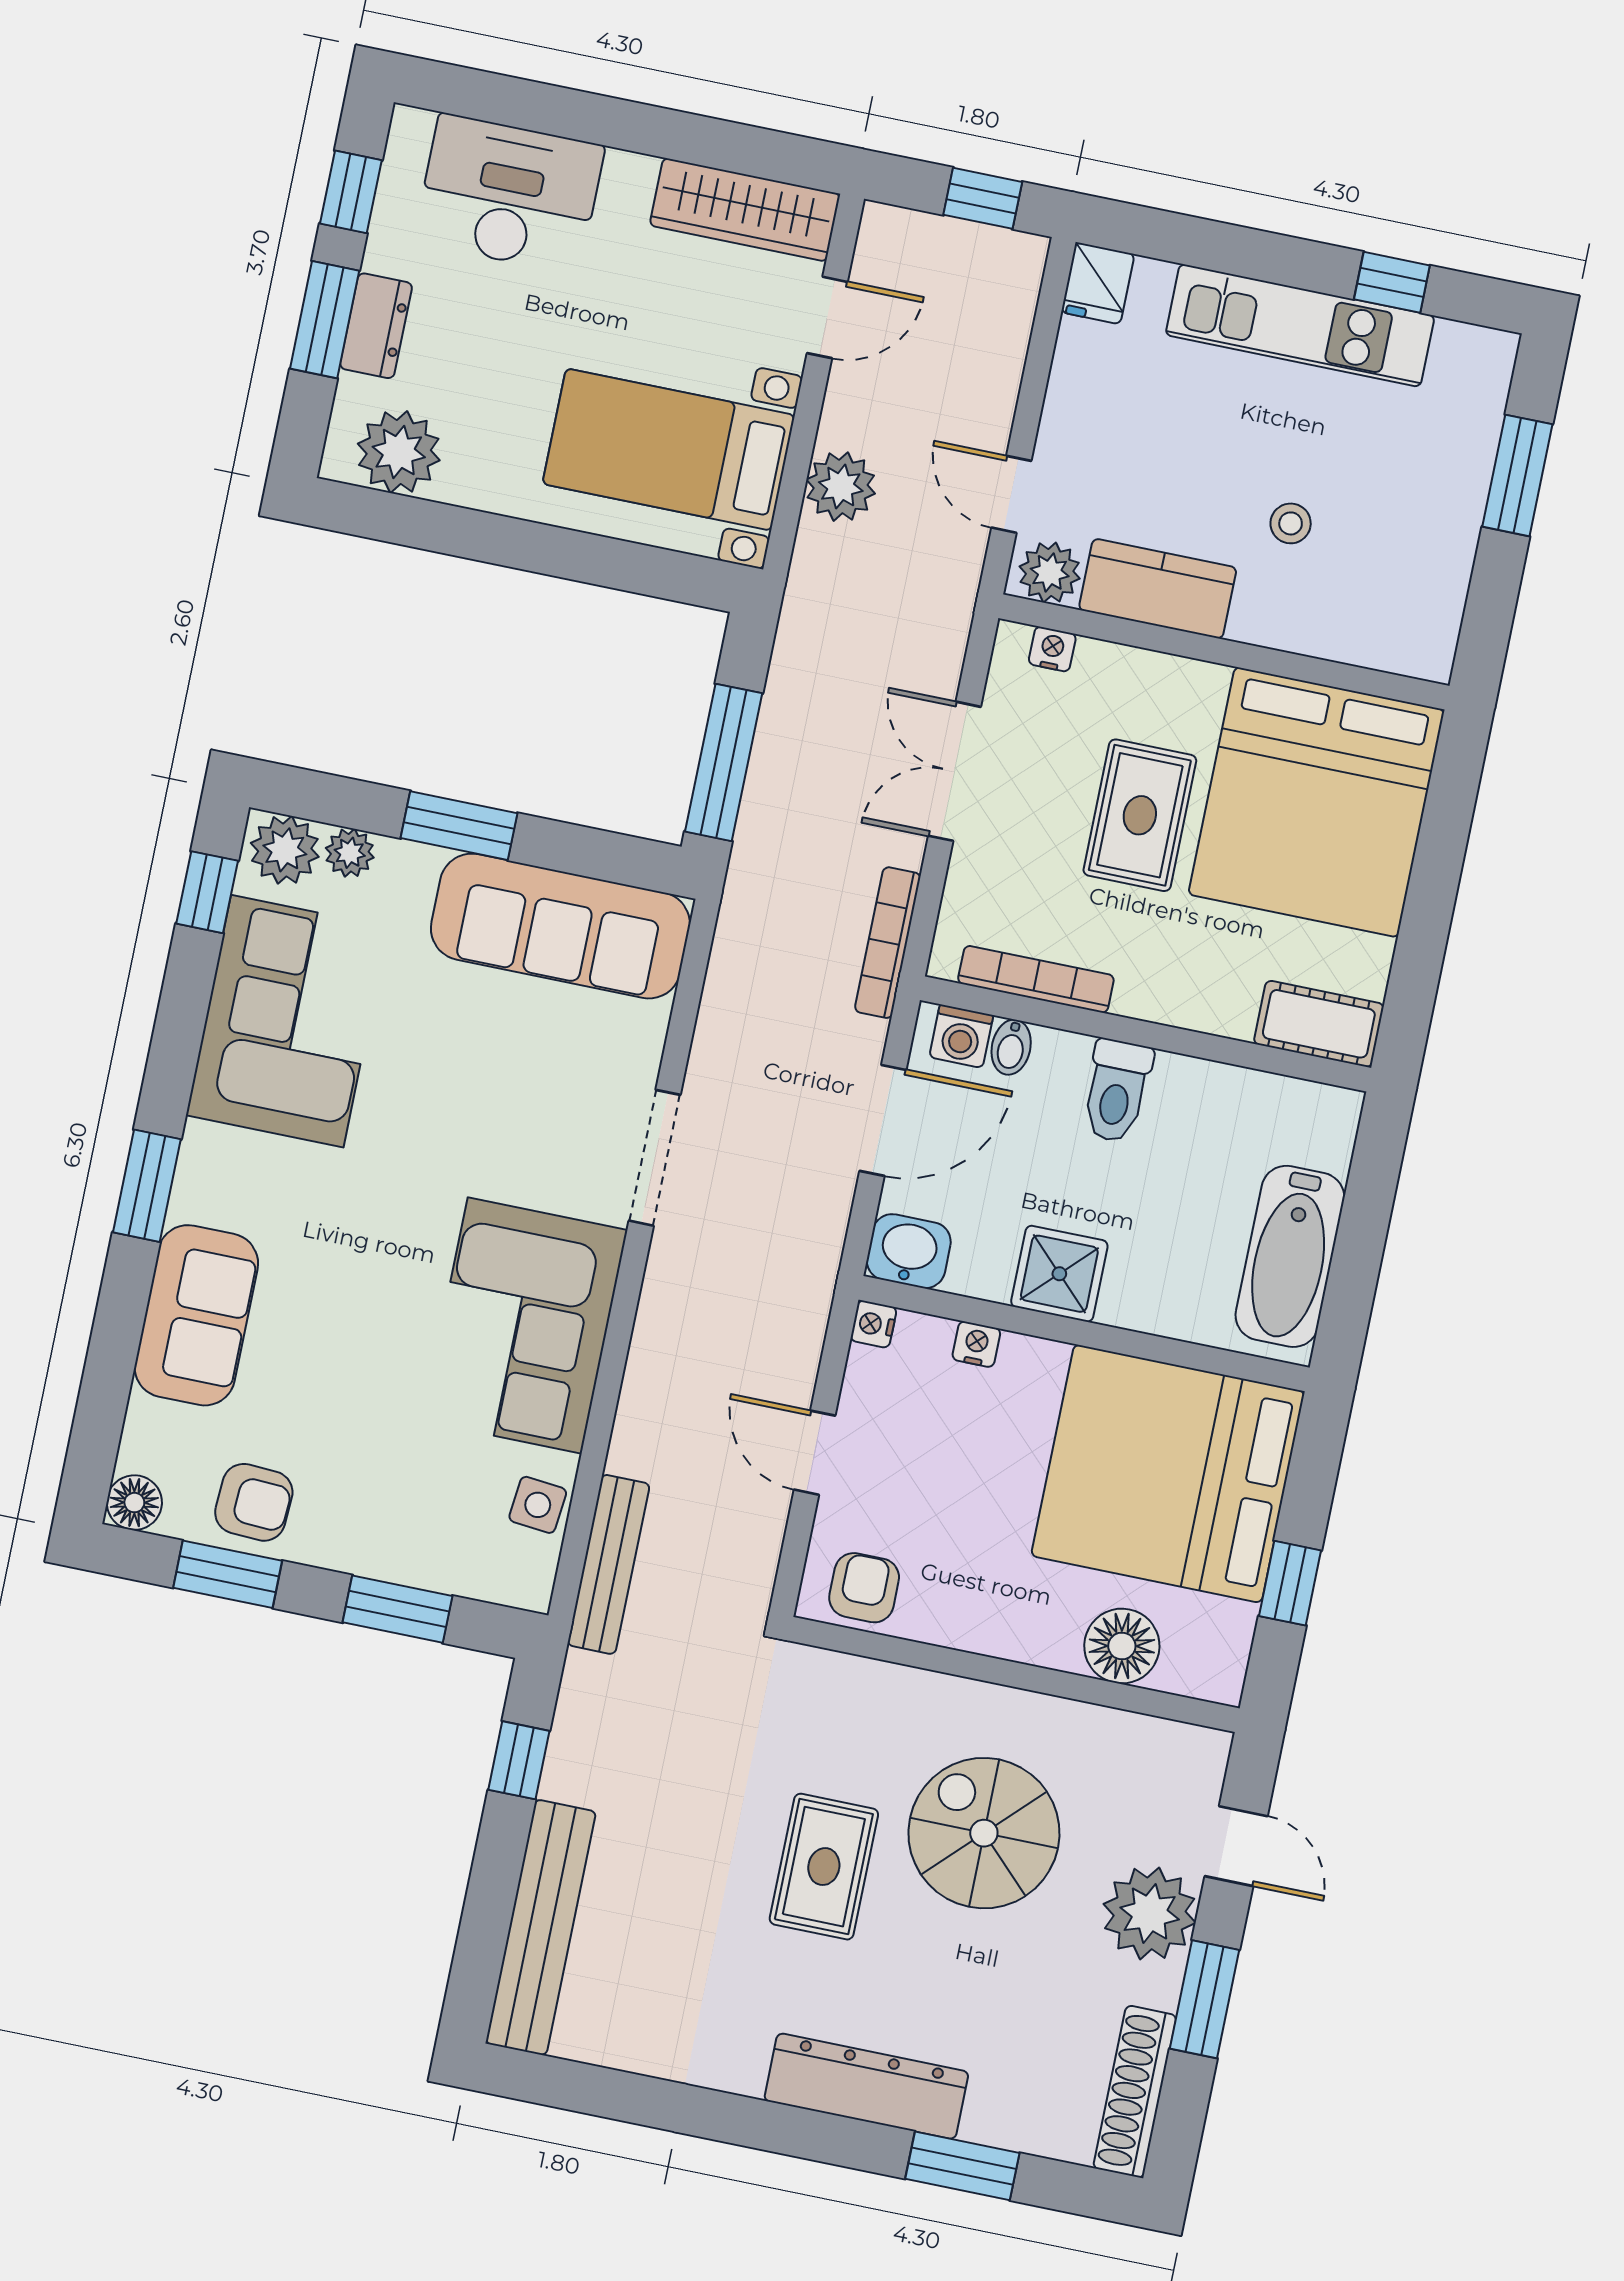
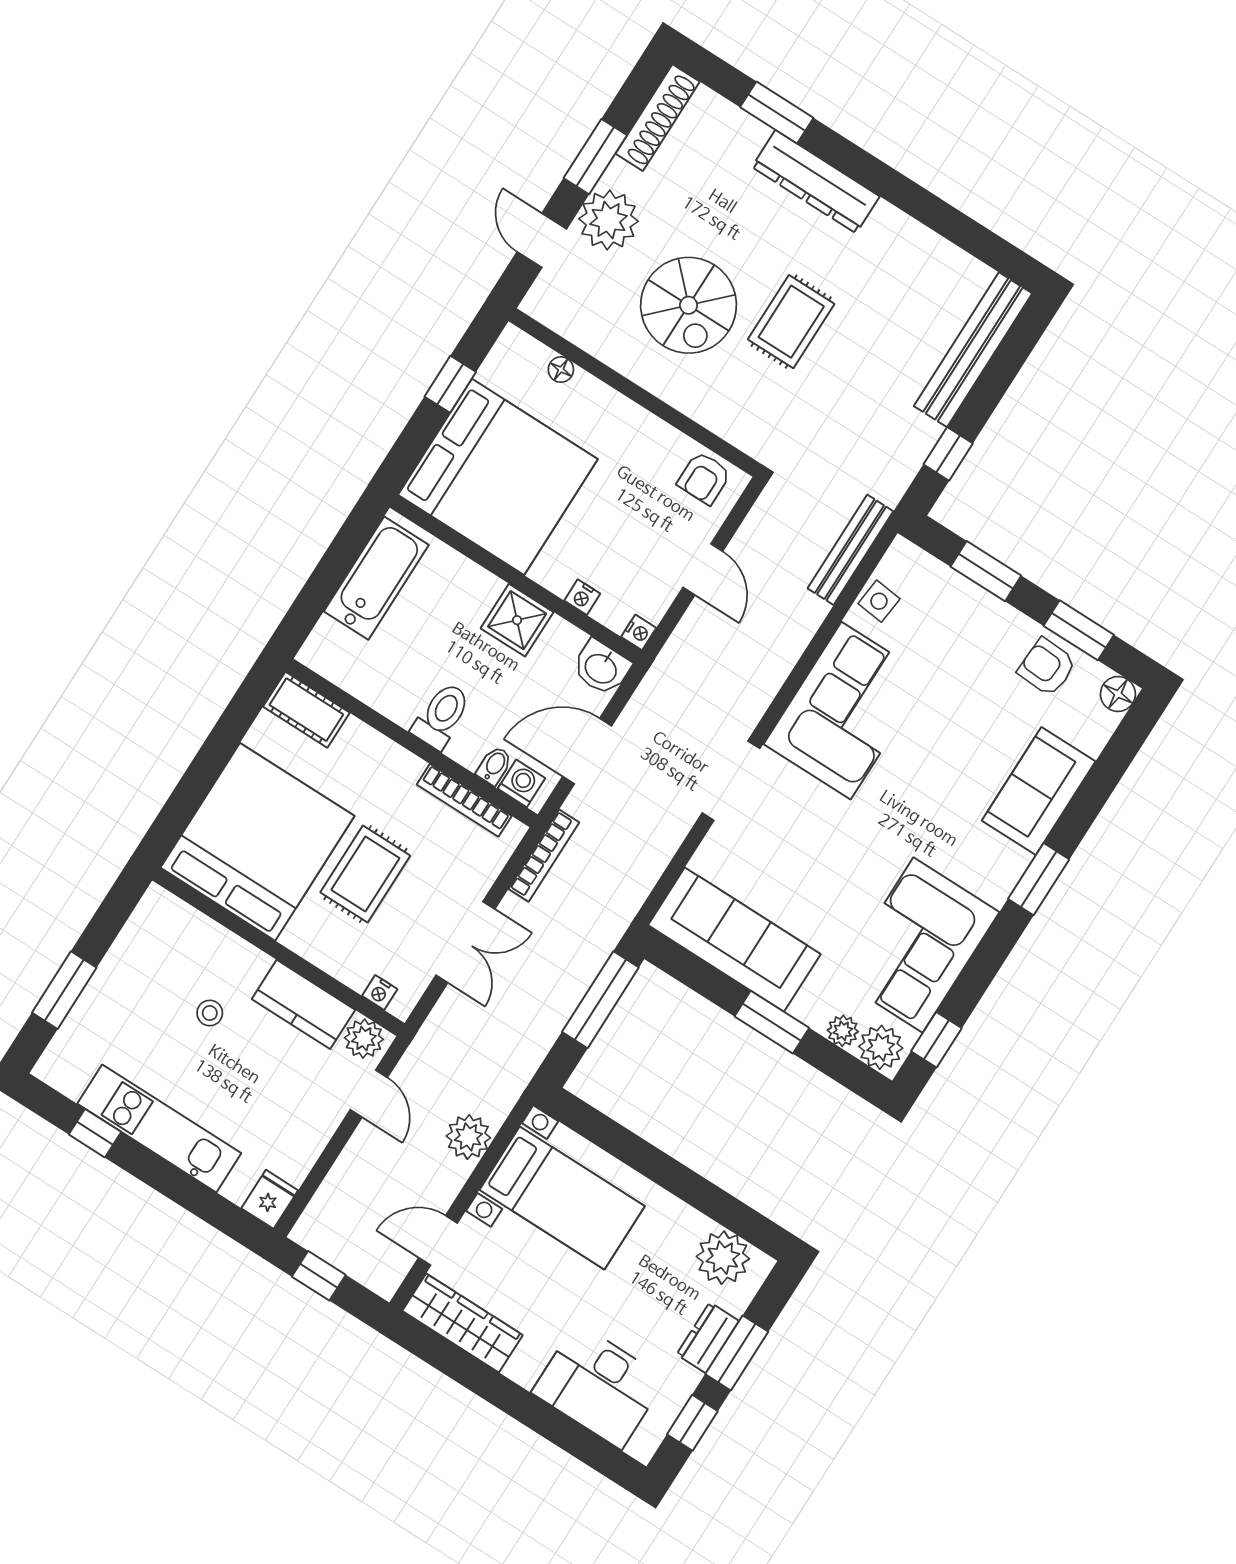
floor lamp: (1122, 1646) -> (561, 370), width x0.53, depth x0.53

